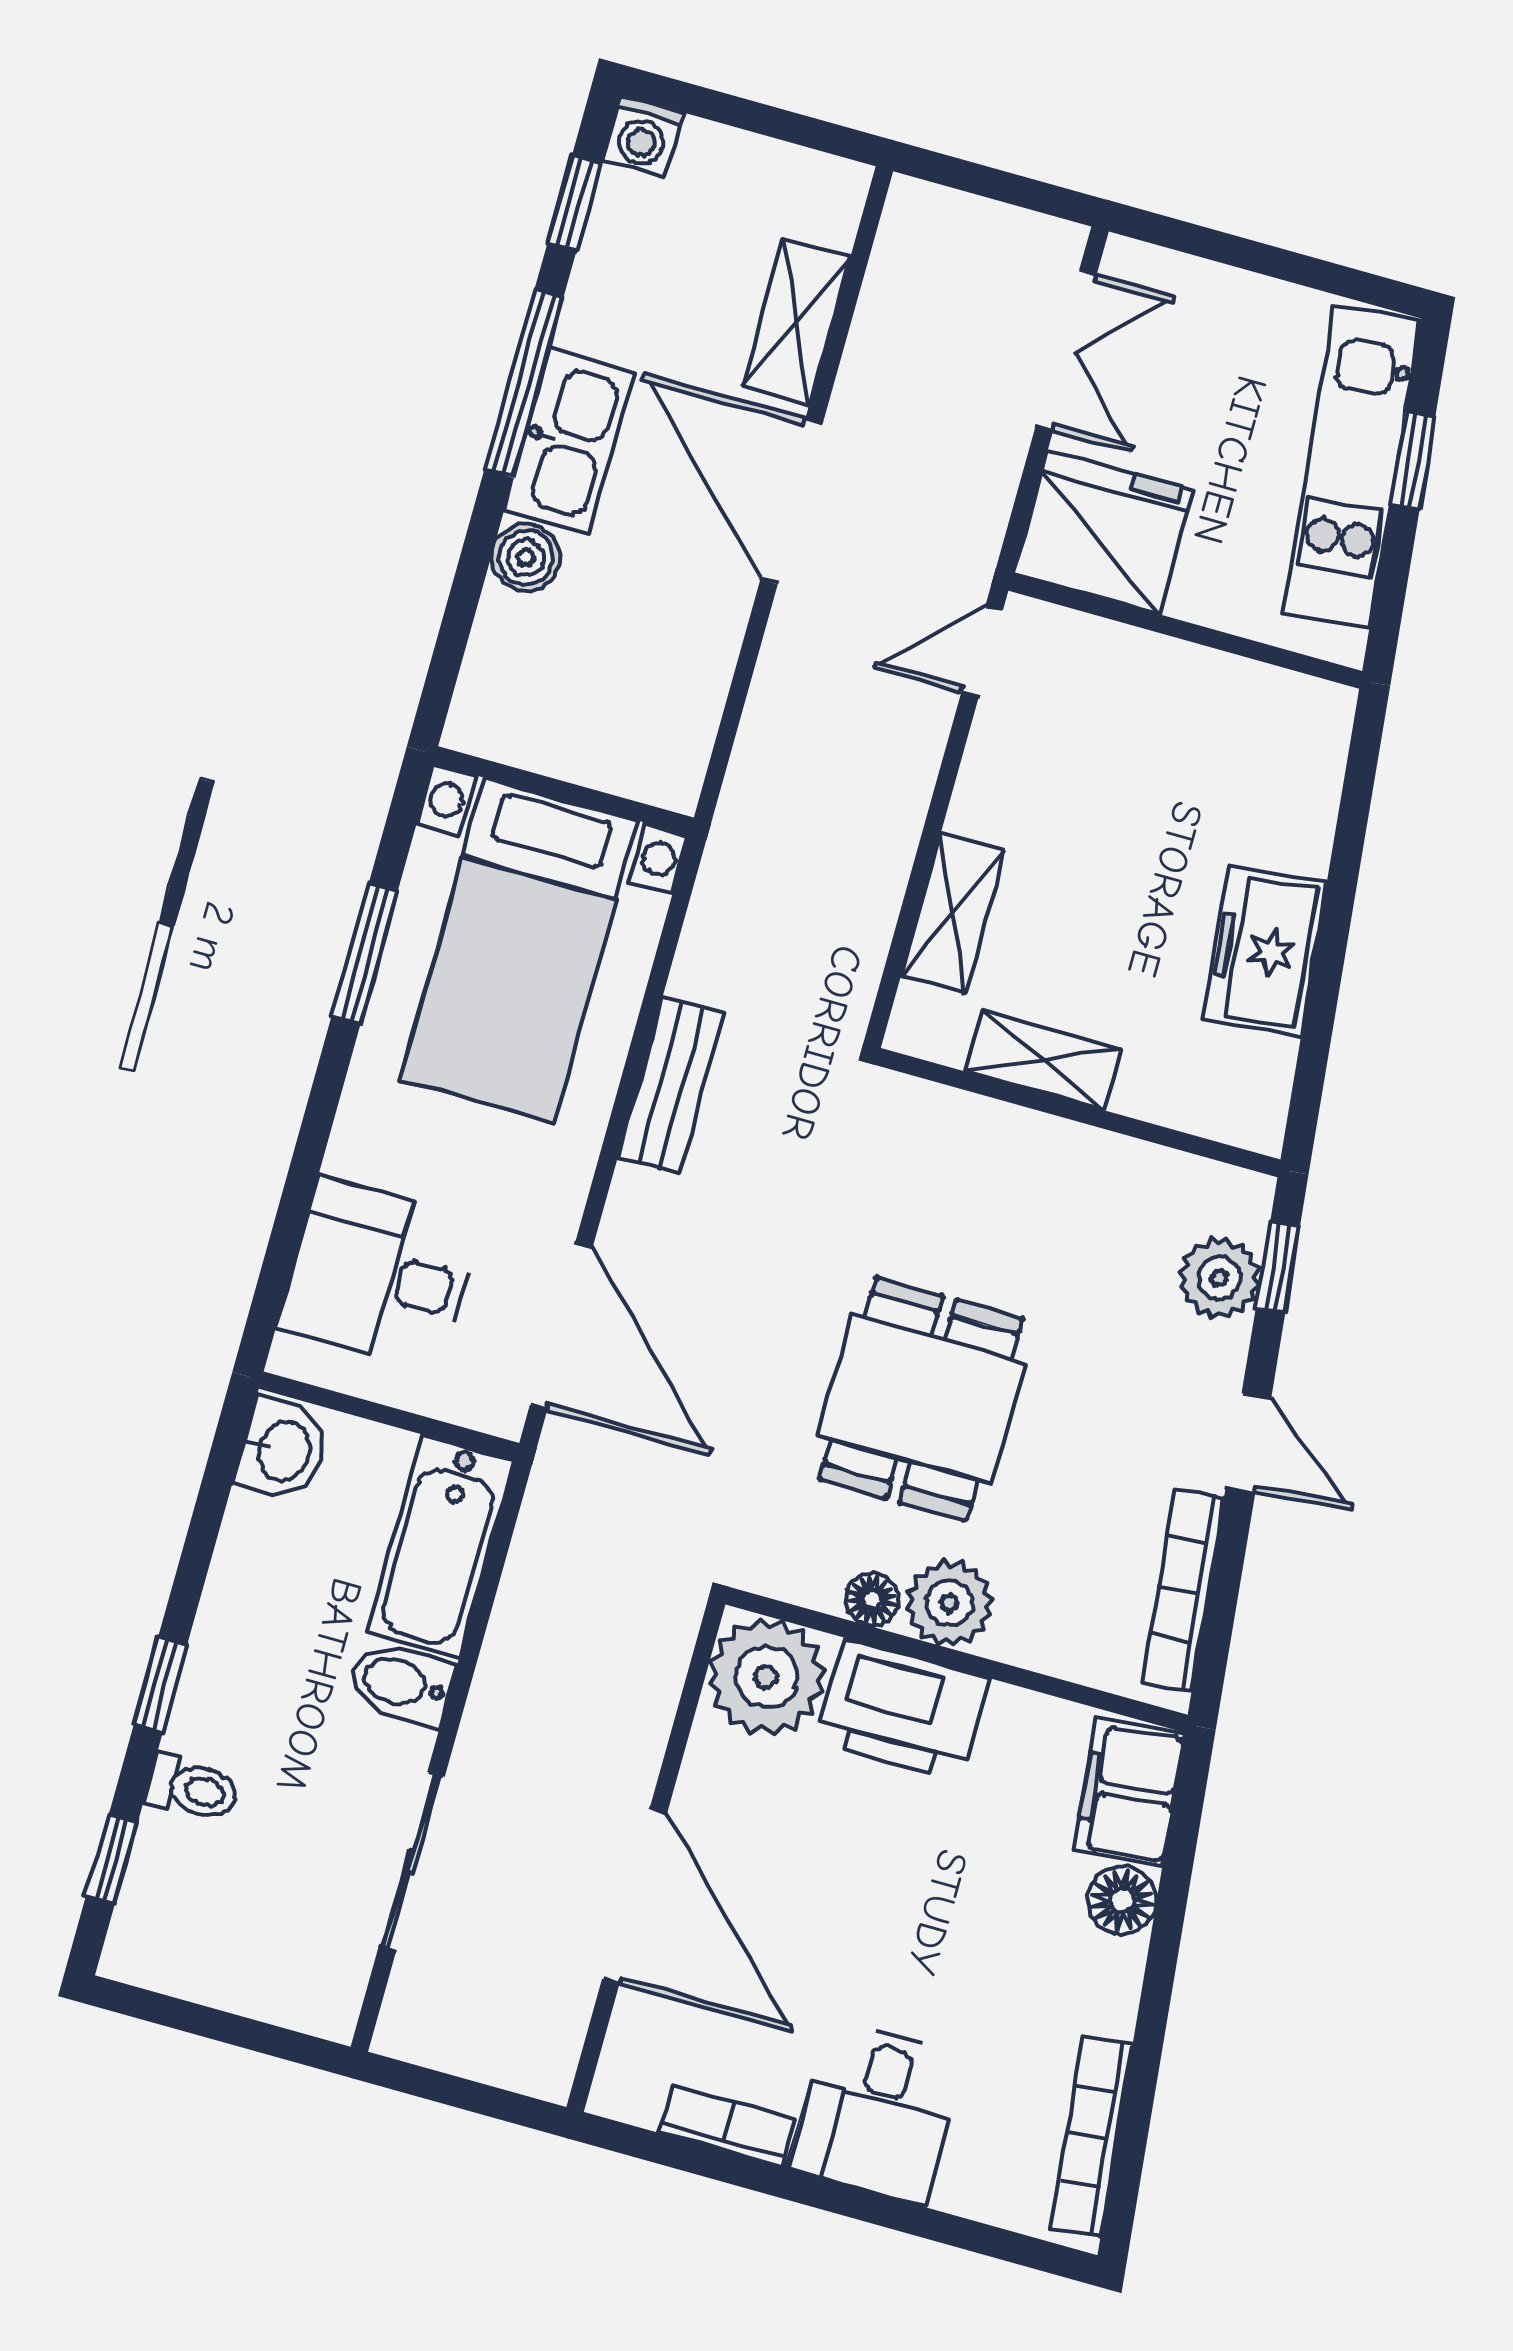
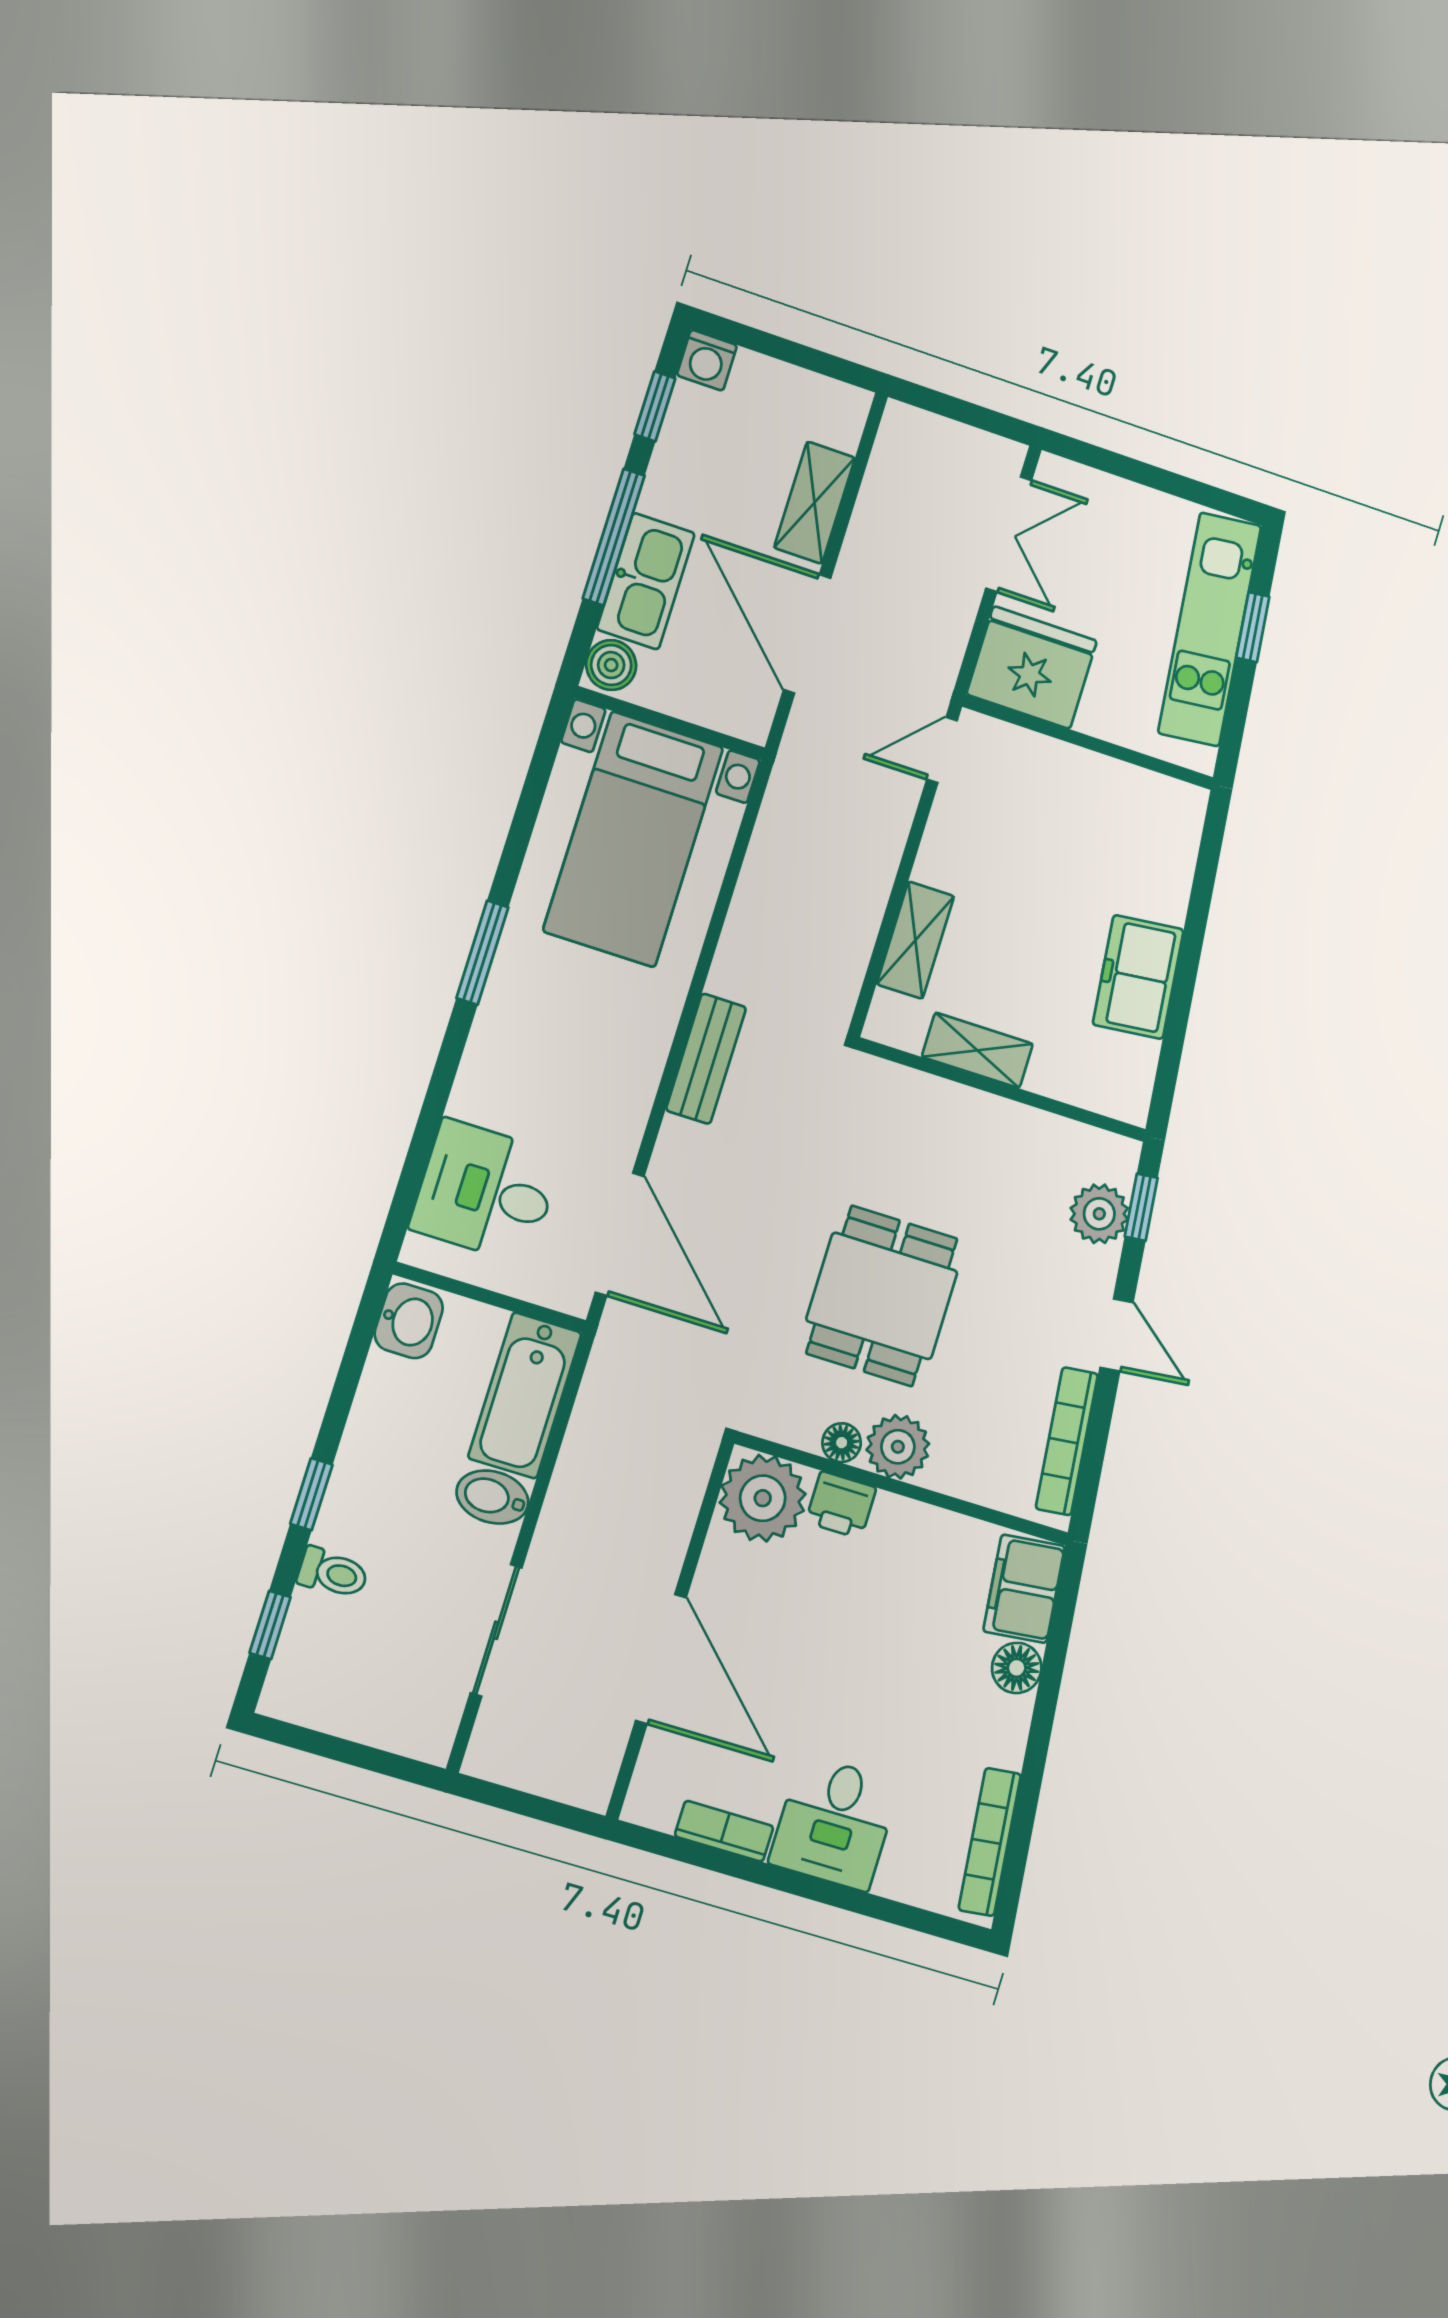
wall: (564, 790) -> (670, 723), moved
bed with nightstands: (519, 950) -> (633, 839), moved
printer: (902, 1710) -> (841, 1505), width x0.53, depth x0.68

